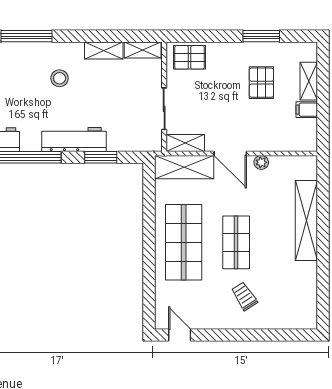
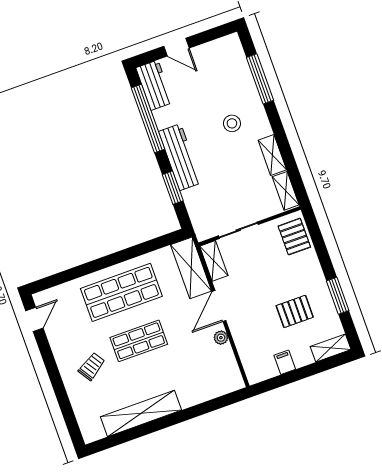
shelving: (309, 81) -> (331, 348), moved
shelving: (306, 221) -> (141, 413), moved

